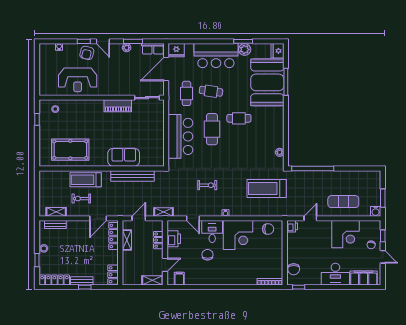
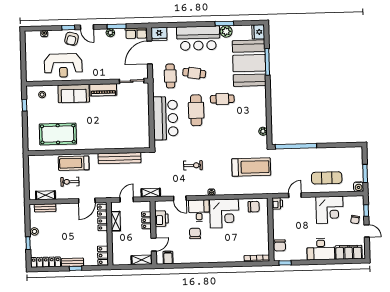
sofa: (124, 157) -> (74, 94), moved, turned 180
treadmill: (267, 188) -> (251, 167), turned 180

